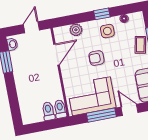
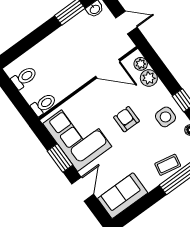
plant: (64, 31) -> (141, 64), added
toilet: (48, 111) -> (24, 78), moved
window: (101, 115) -> (60, 158), width x0.69

